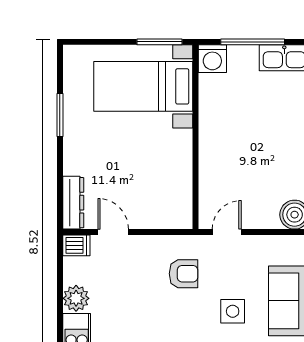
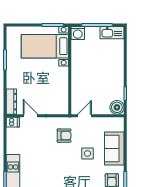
plant: (76, 298) -> (13, 147), removed

